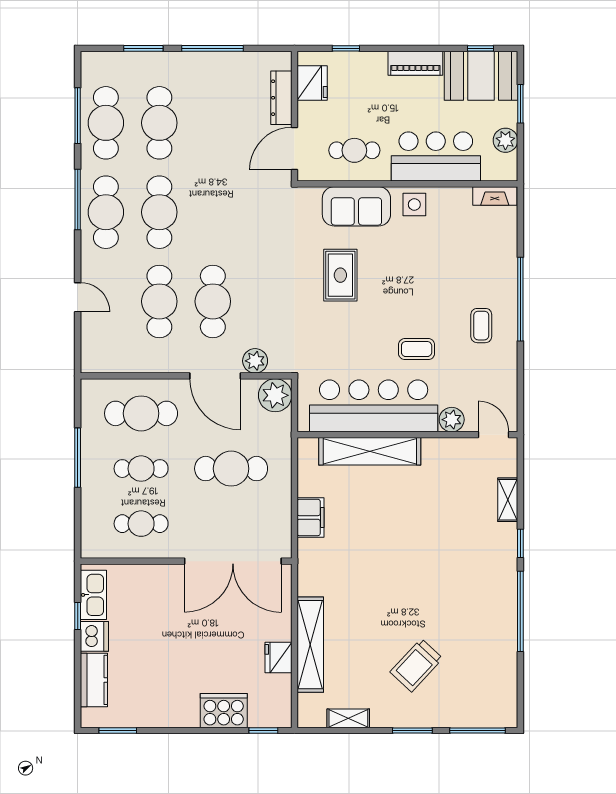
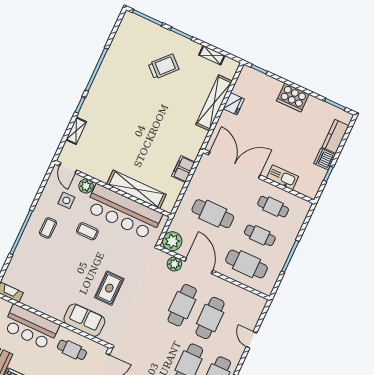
side table: (414, 205) -> (66, 200), moved
kitchen sink: (93, 595) -> (283, 177), moved, turned 90
cooker: (224, 711) -> (293, 97), moved

